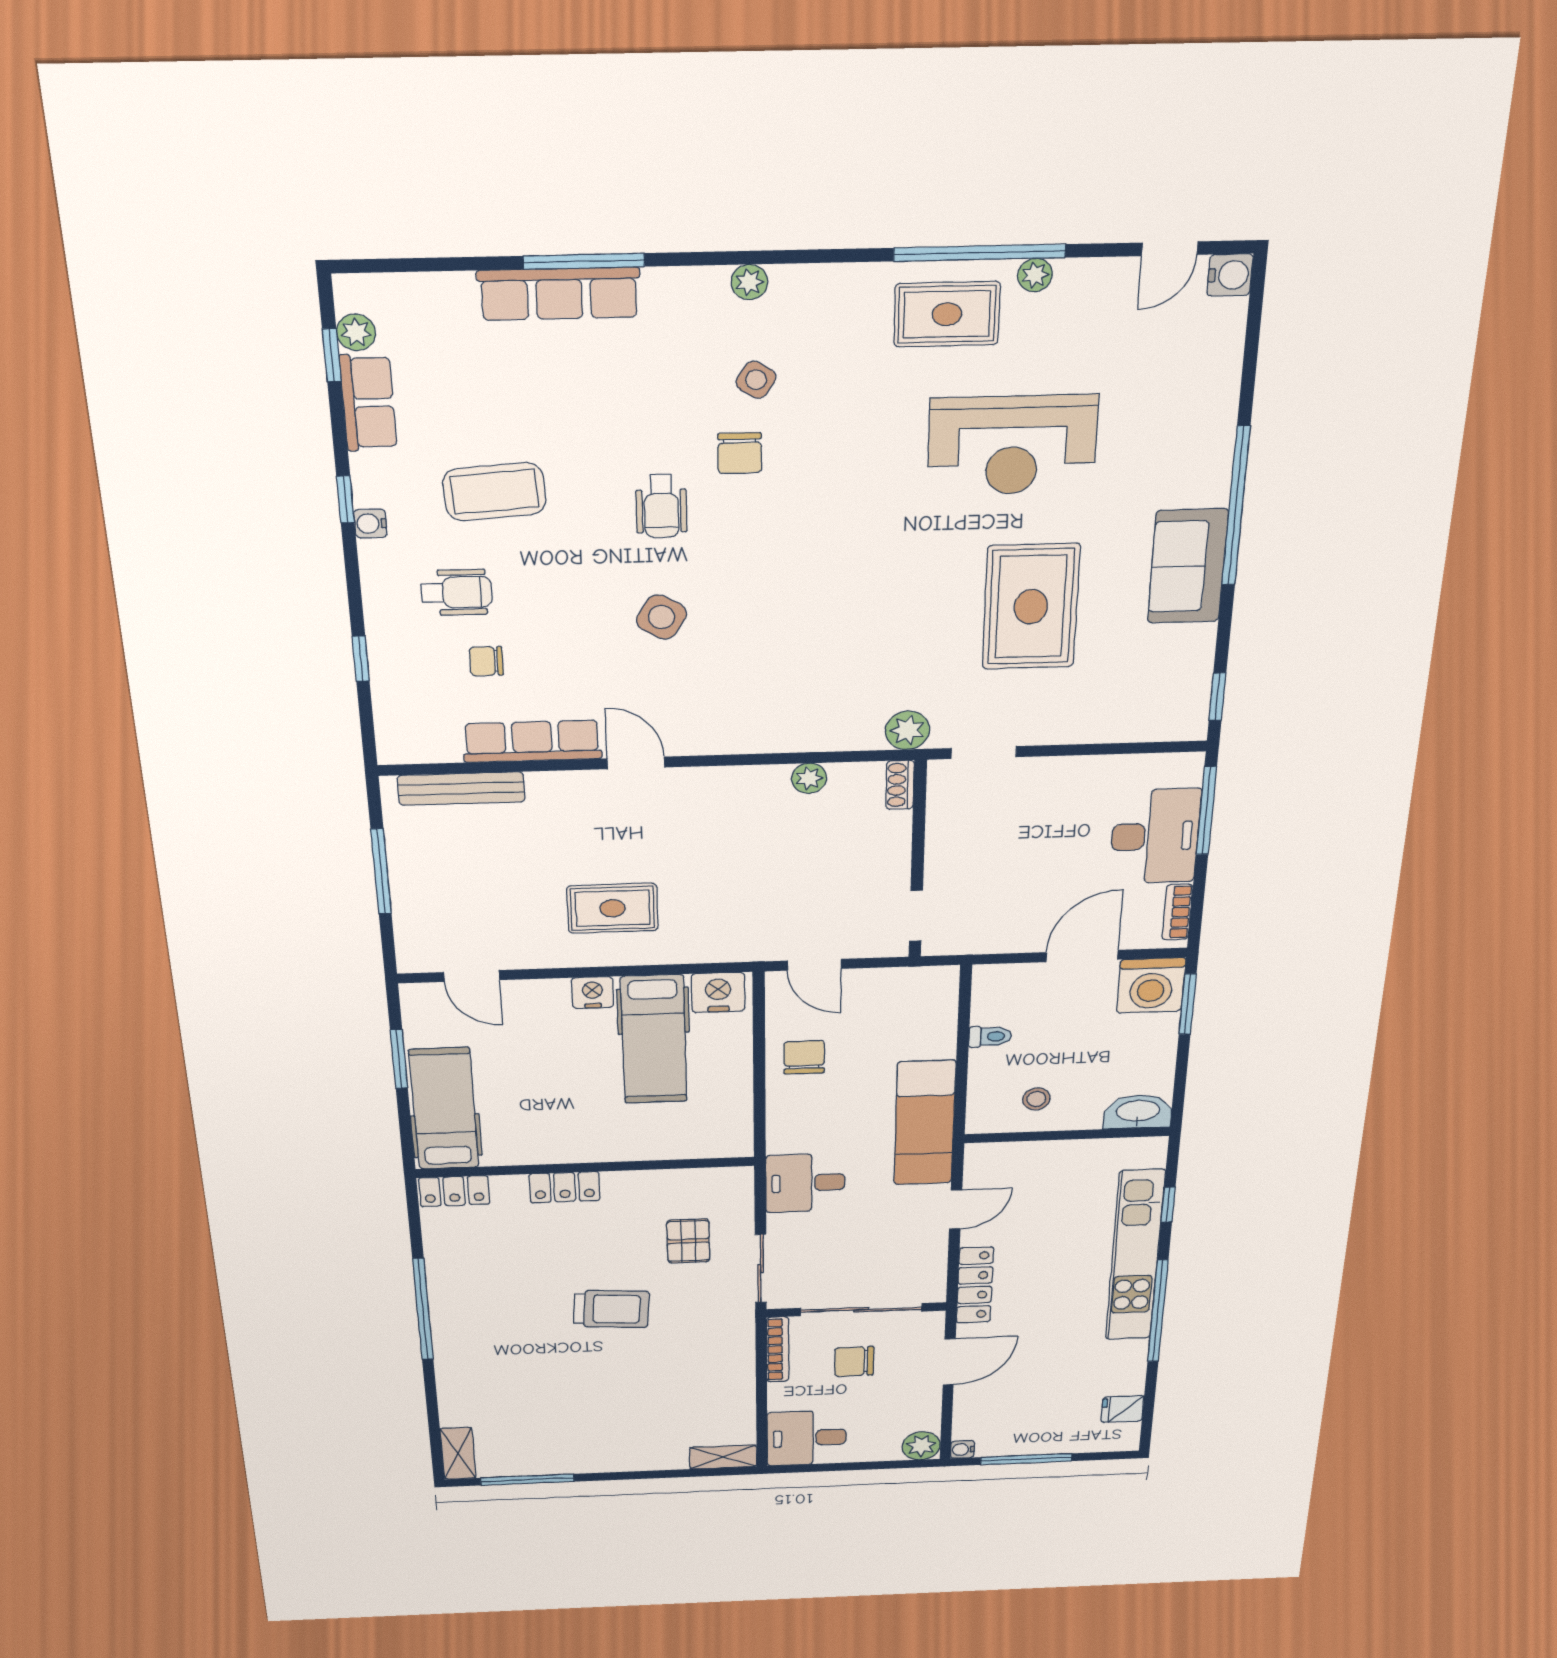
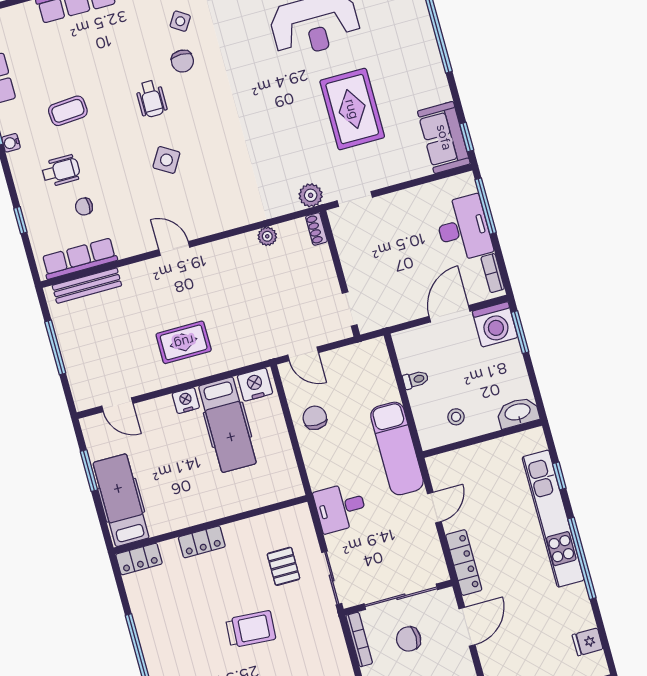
coffee table: (494, 492) -> (68, 111), width x0.73, depth x0.77
sofa: (1188, 566) -> (444, 137), moved
row of seats: (532, 741) -> (79, 259), moved

